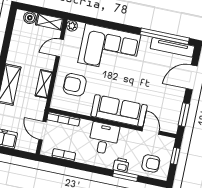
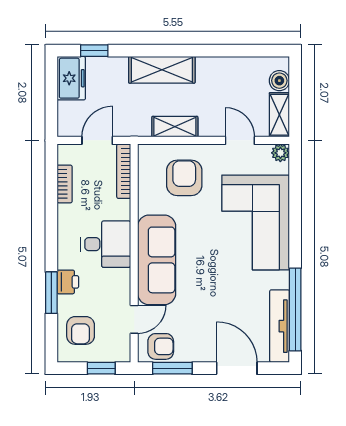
armchair: (170, 119) -> (161, 346), added

